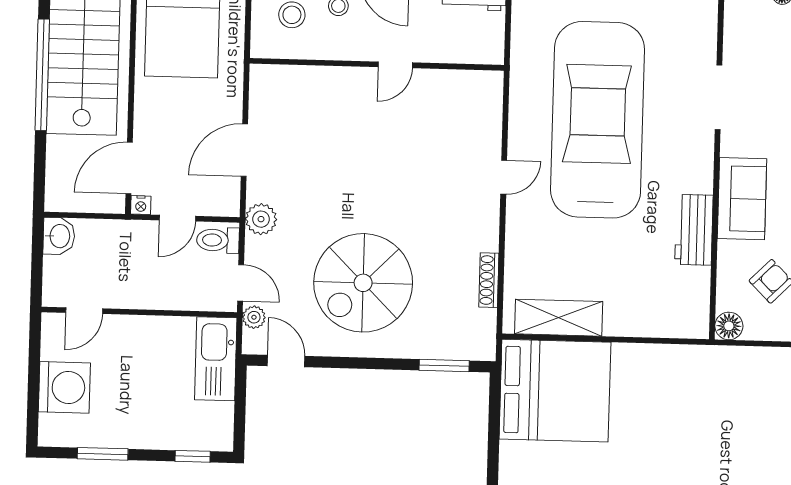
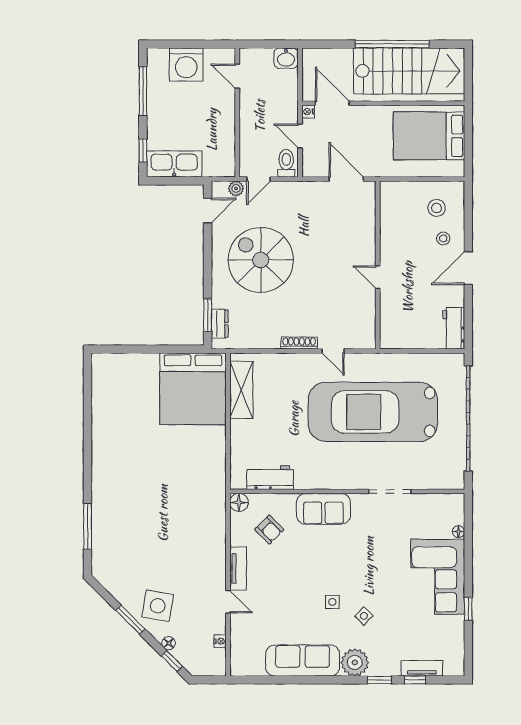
wall: (377, 64) -> (378, 265), moved
door: (395, 65) -> (378, 277), moved
car: (598, 120) -> (373, 412), turned 180
plant: (261, 219) -> (301, 191), removed
workbench: (694, 230) -> (270, 478), moved
shoe rack: (489, 280) -> (299, 343), moved
dresser: (458, 348) -> (220, 324), added
kitchen sink: (216, 359) -> (174, 164), moved
window: (103, 454) -> (143, 91), width x1.44

